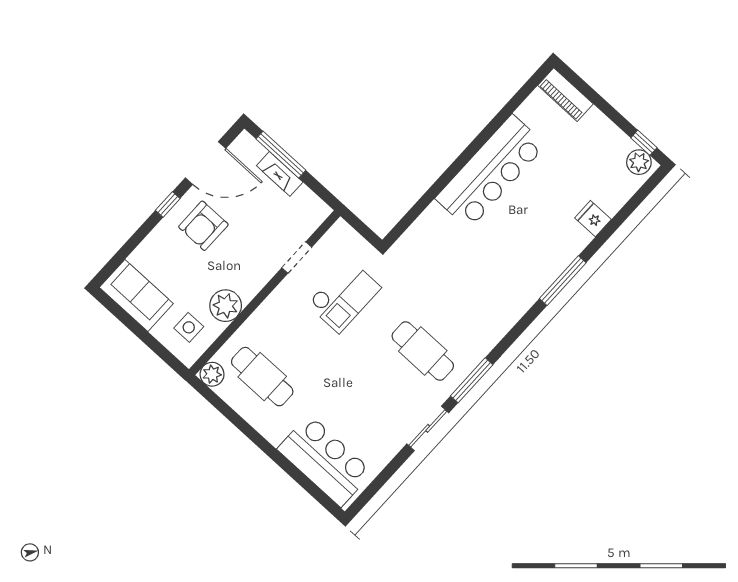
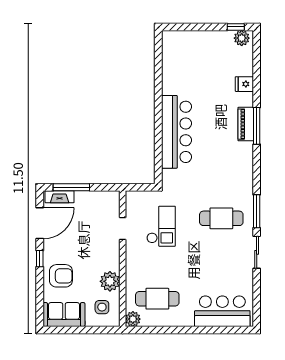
piano: (565, 95) -> (246, 124), moved, turned 90
bar counter: (491, 172) -> (177, 132), moved
fireplace: (280, 174) -> (60, 197), moved
armchair: (203, 226) -> (61, 276), moved, turned -90

